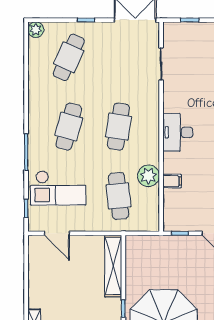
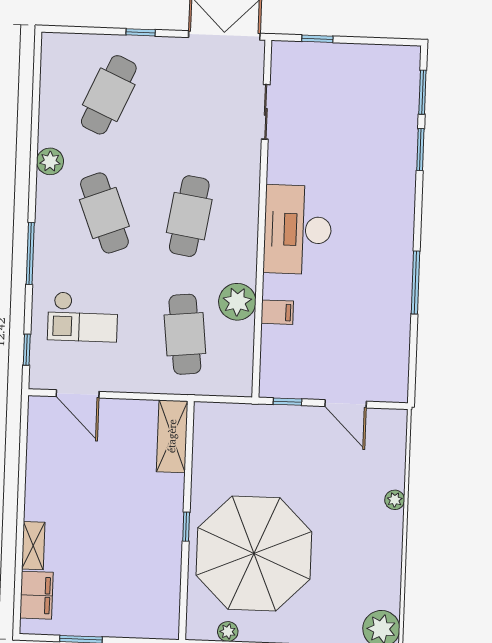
plant: (36, 30) -> (50, 161), moved
cafe table: (69, 127) -> (104, 213), turned -36
desk: (178, 132) -> (298, 230), width x1.36, depth x1.30
checkout: (58, 188) -> (83, 317), width x0.73, depth x0.83
shelving: (113, 266) -> (172, 436), width x0.68

